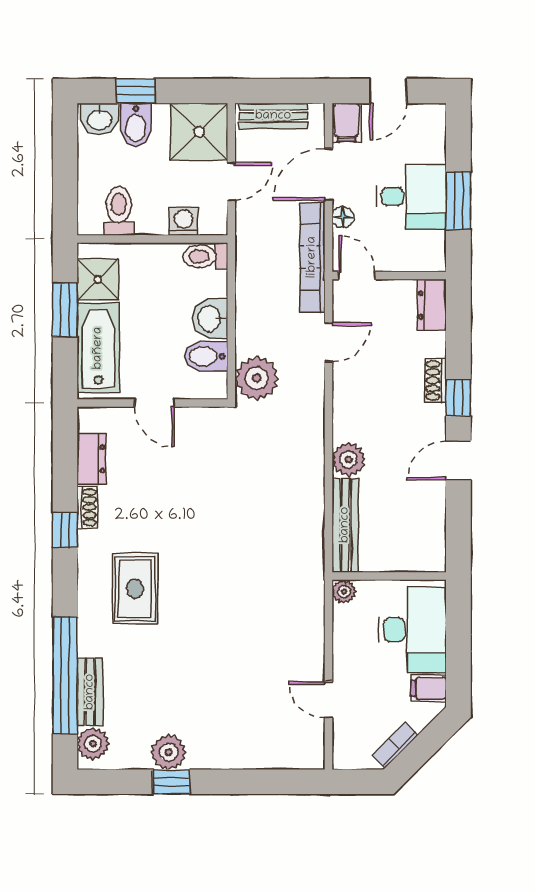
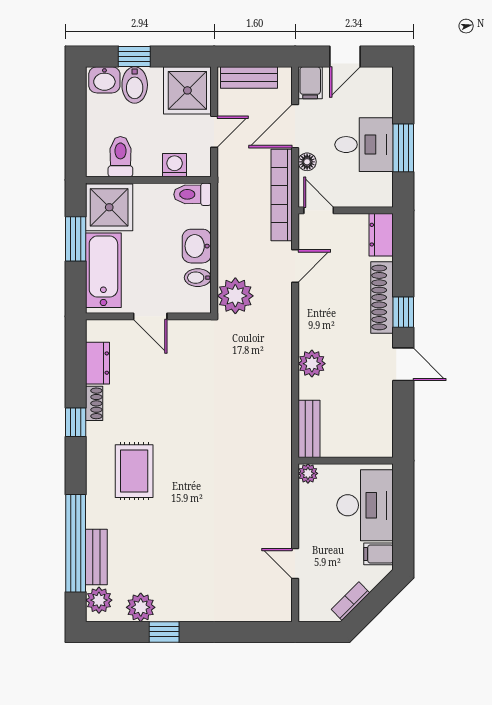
shower: (98, 279) -> (109, 207), width x1.36, depth x1.36
bidet: (206, 356) -> (198, 278), width x0.72, depth x0.74
shoe rack: (435, 380) -> (382, 297), width x1.94, depth x1.24
door: (458, 460) -> (403, 364), swing flipped
bench: (345, 525) -> (309, 429), width x0.73
plant: (169, 752) -> (141, 607), moved

